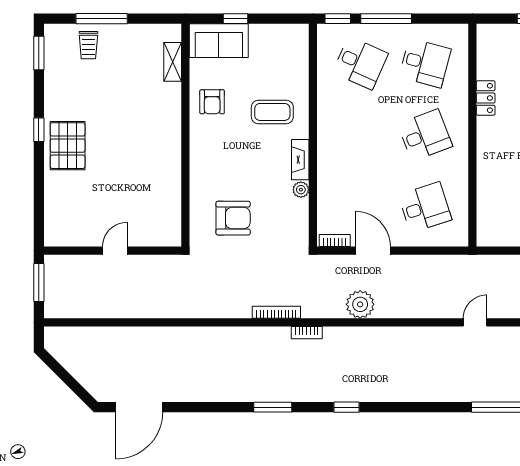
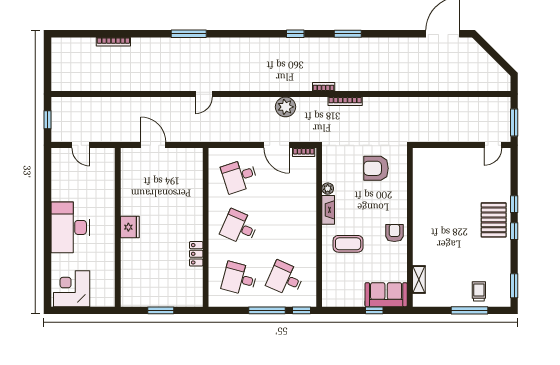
armchair: (212, 102) -> (394, 233), moved
desk: (425, 135) -> (239, 227), turned 45
window: (39, 168) -> (514, 204), added
door: (115, 251) -> (493, 145), moved

